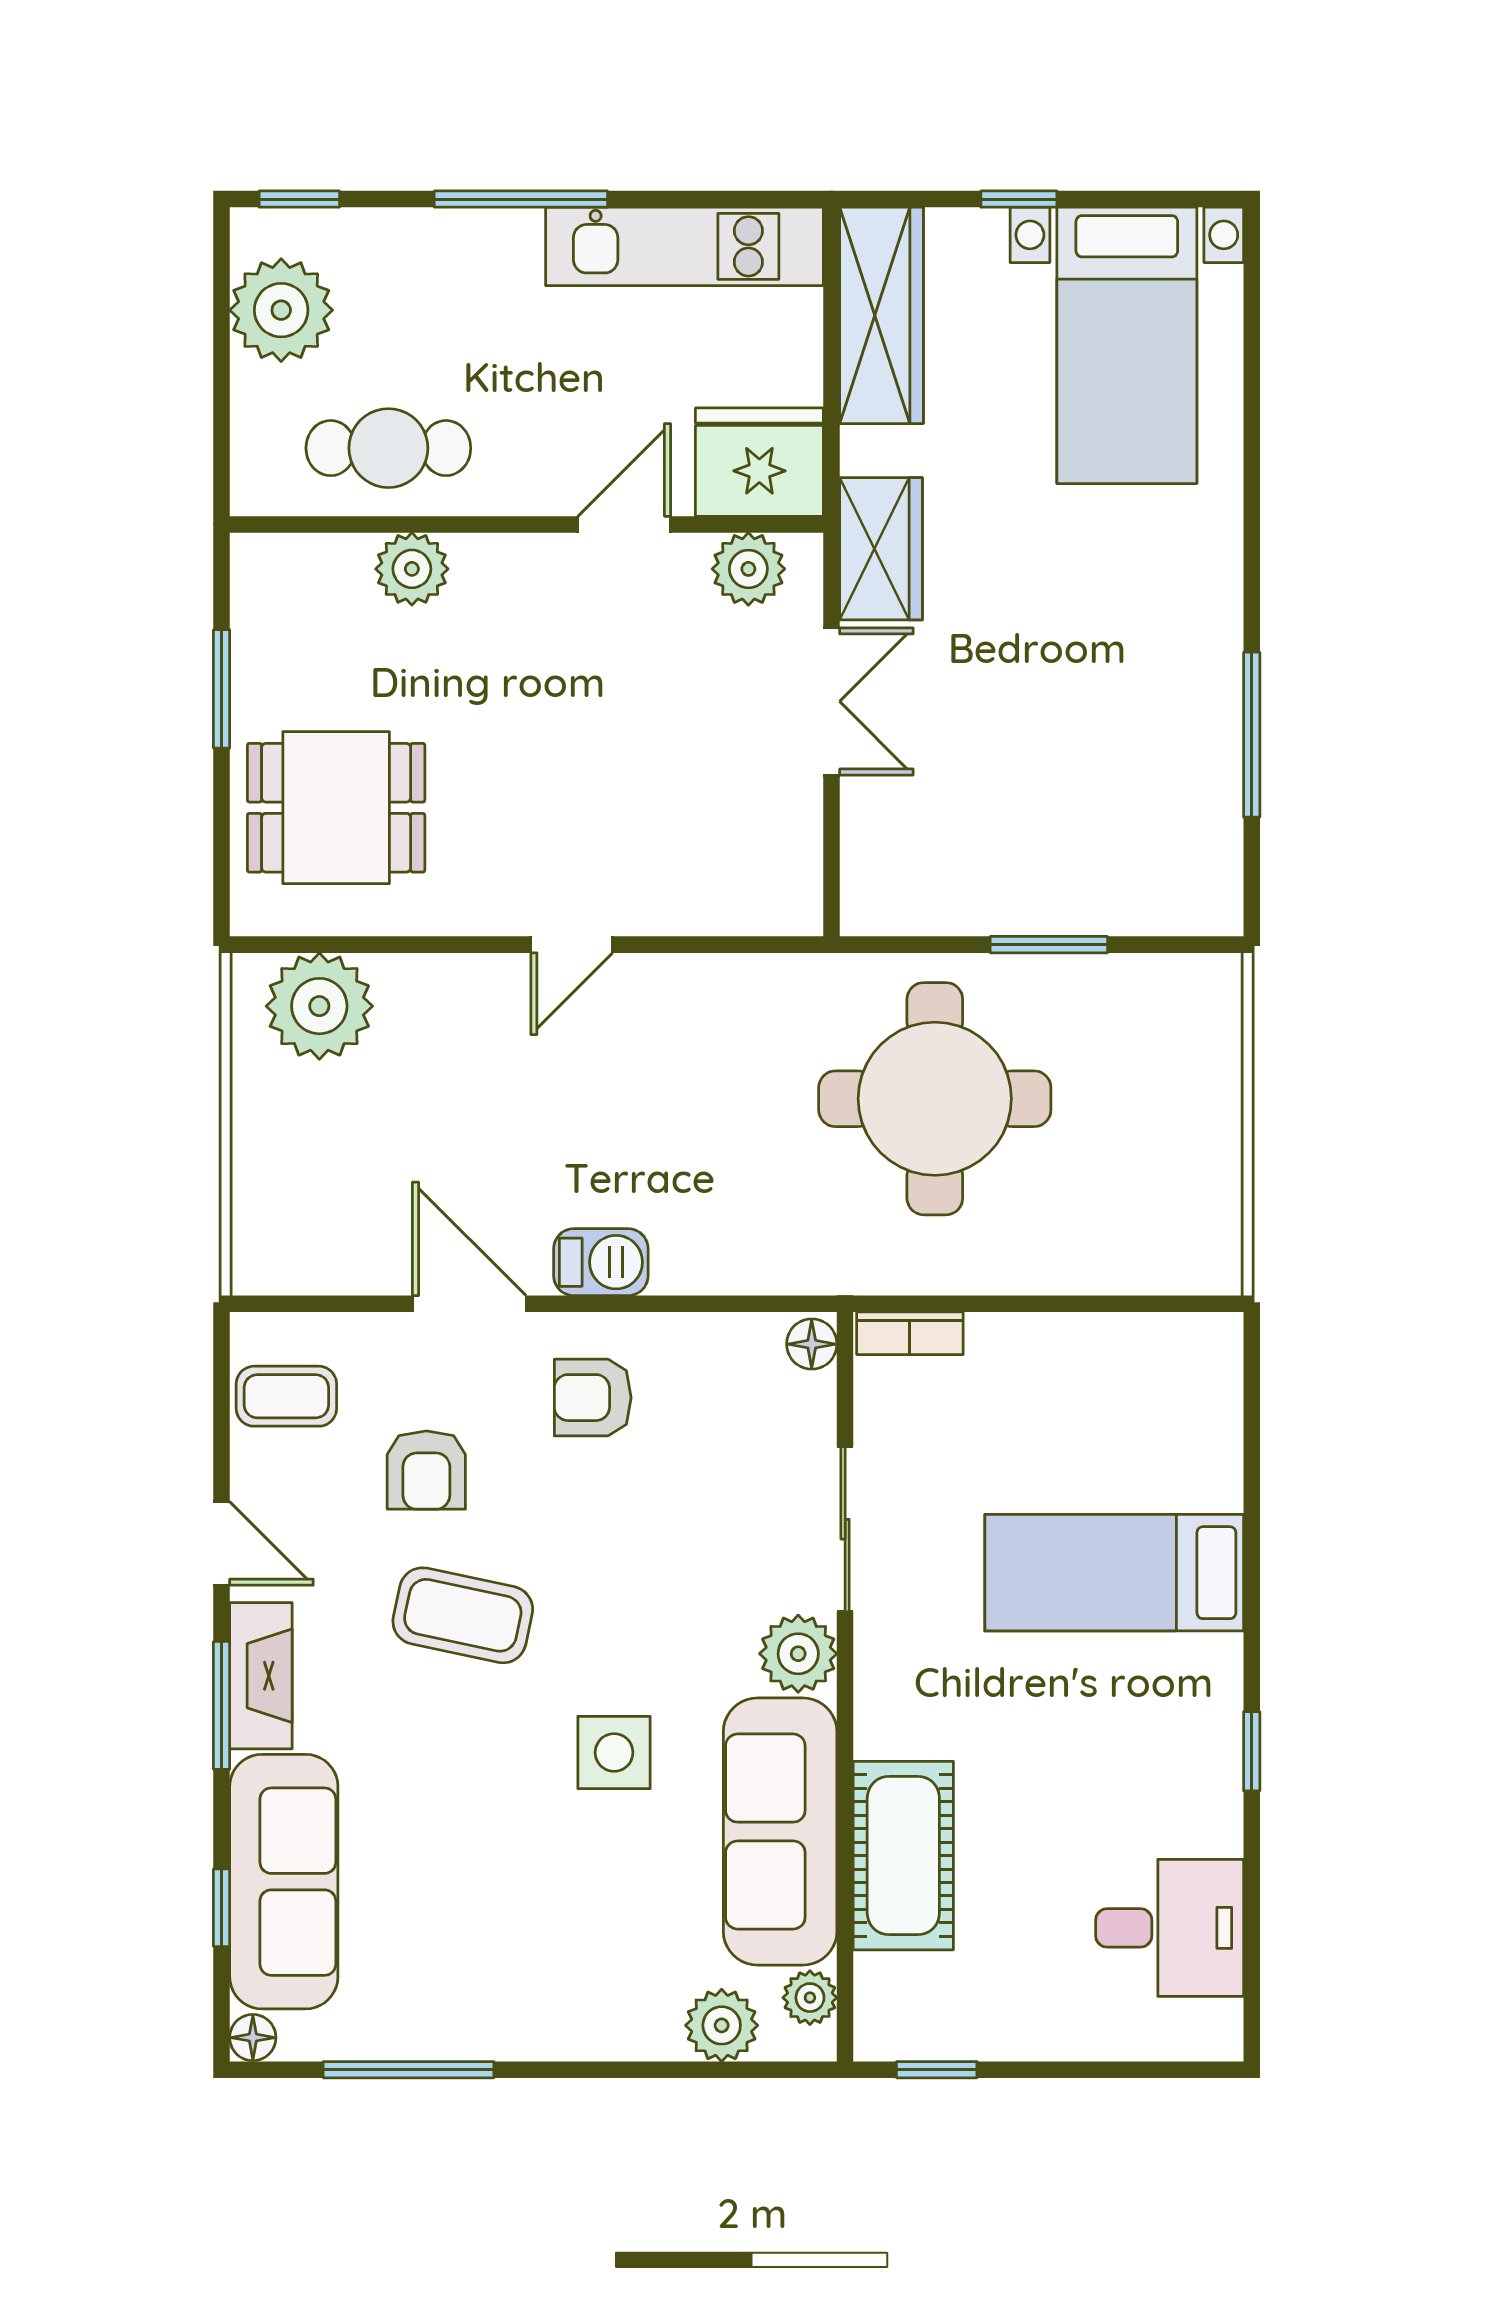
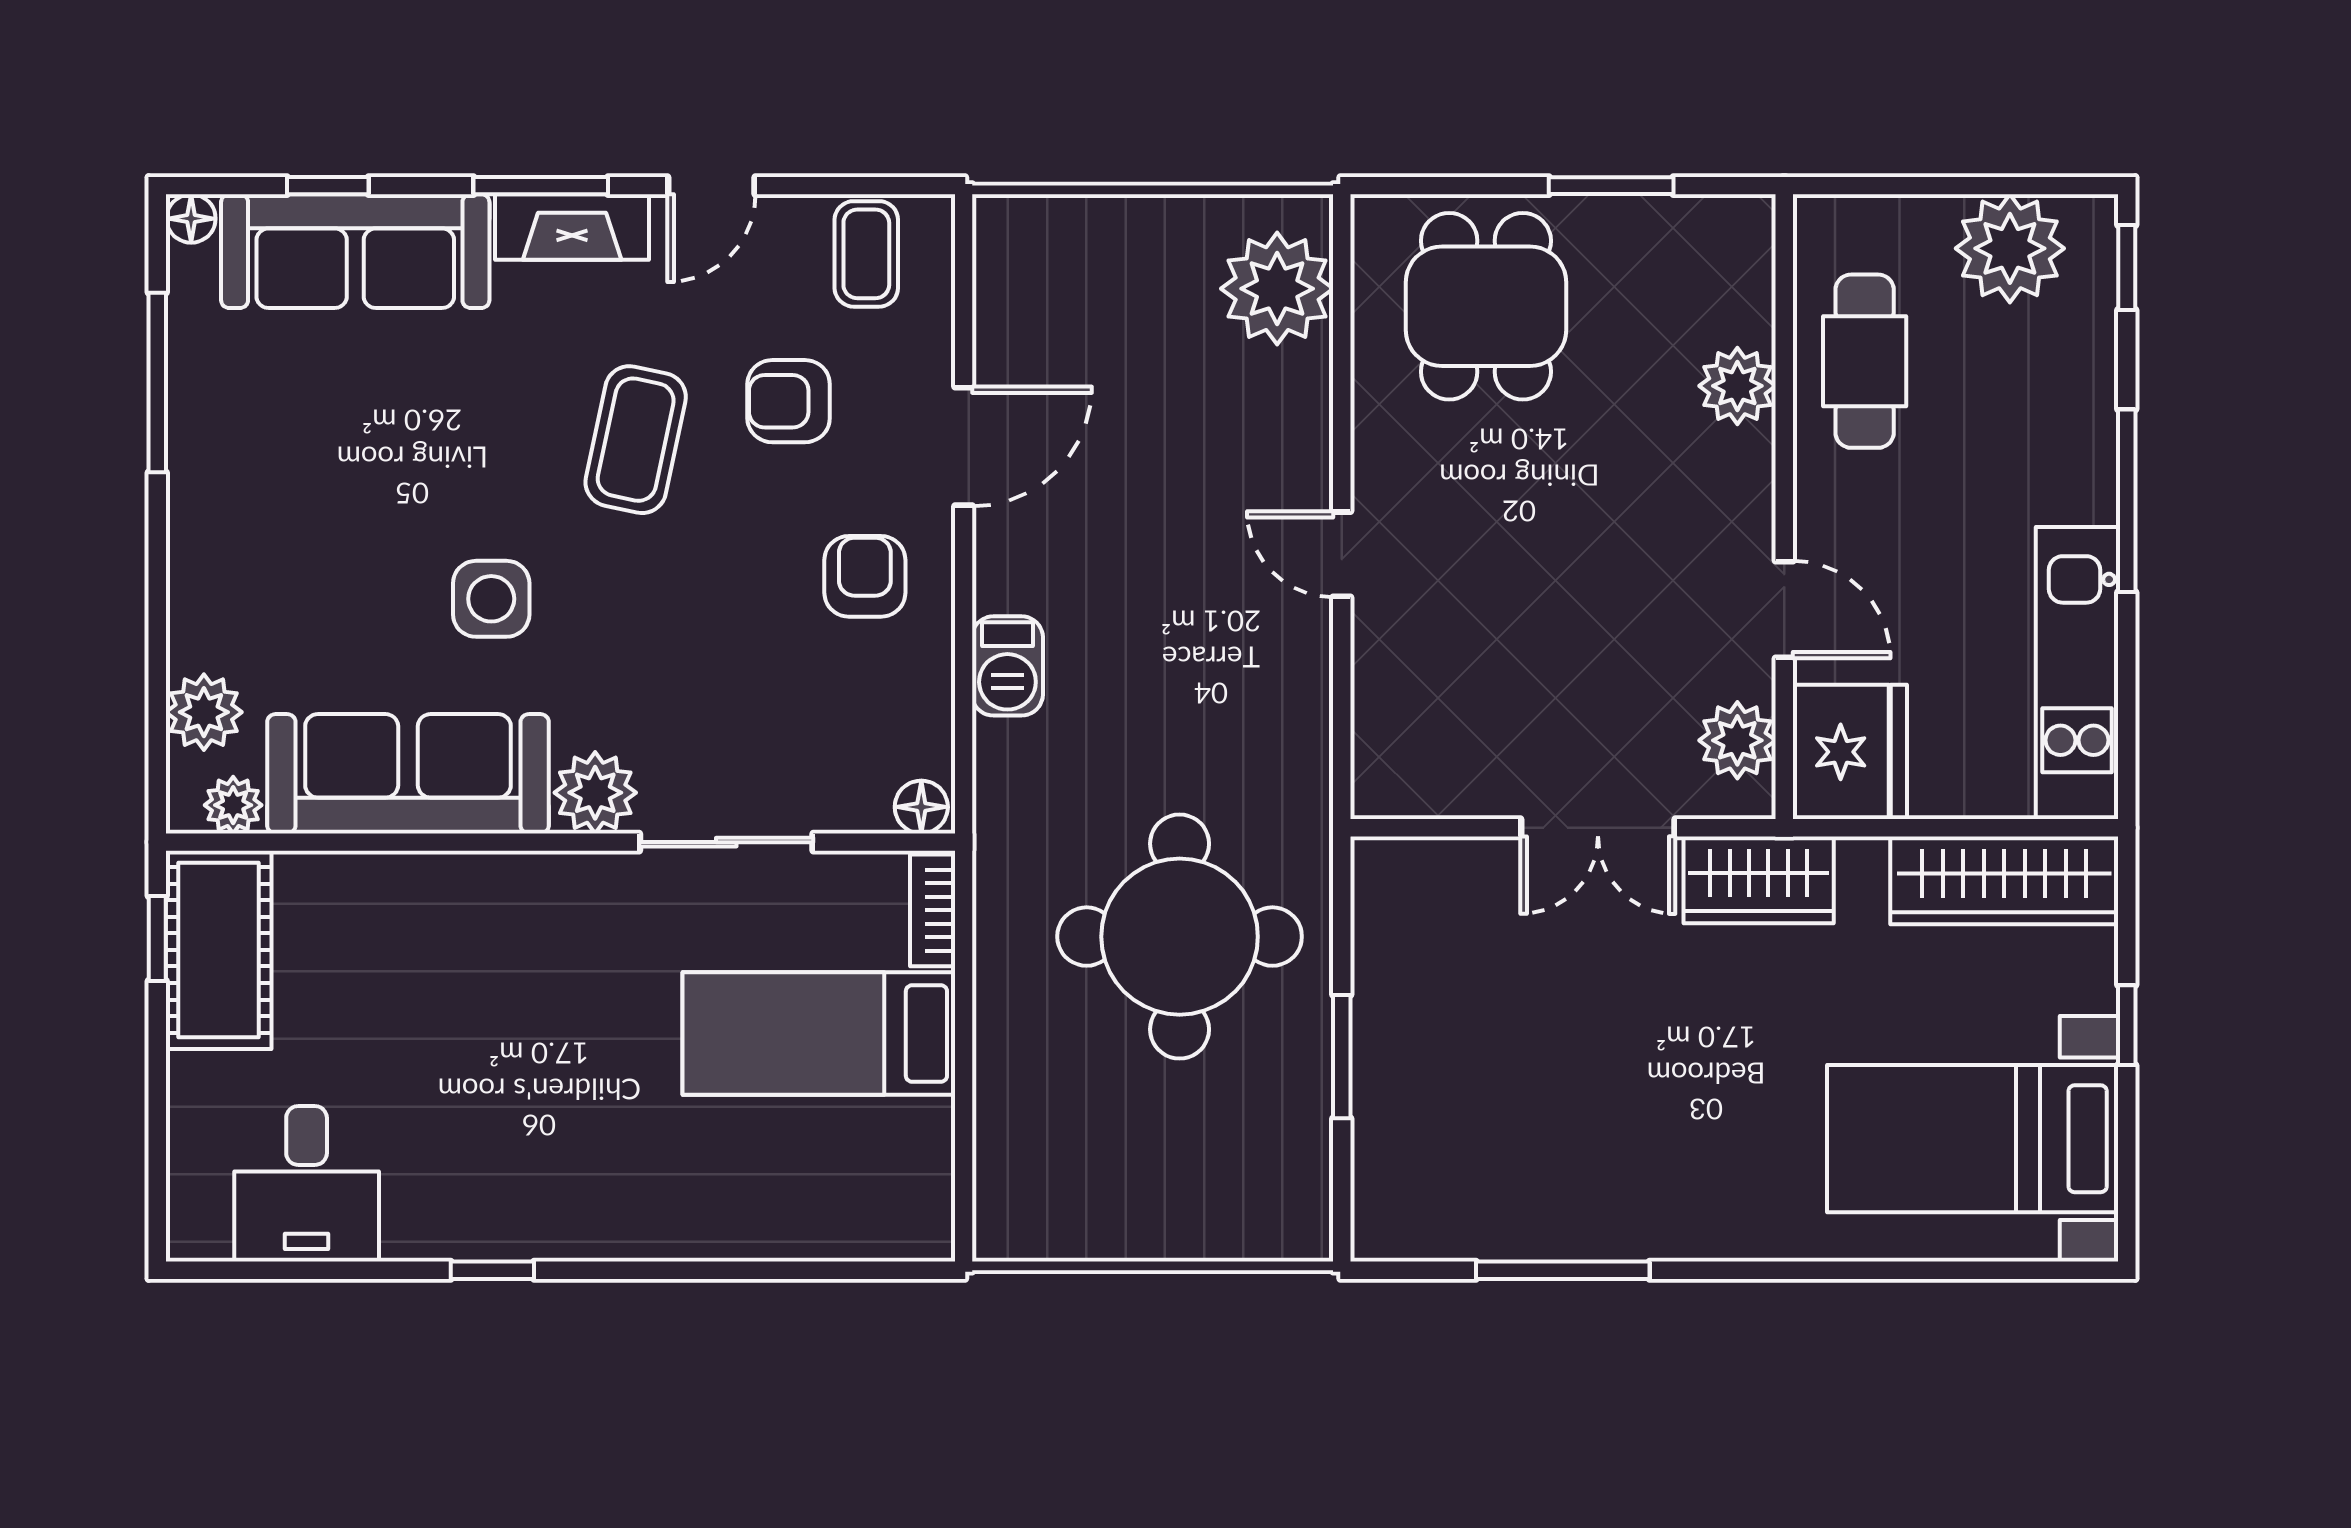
barbecue: (601, 1262) -> (1007, 666), moved
bed: (1114, 1573) -> (819, 1034), moved, turned -90
cot: (903, 1856) -> (219, 950), moved, turned 90

